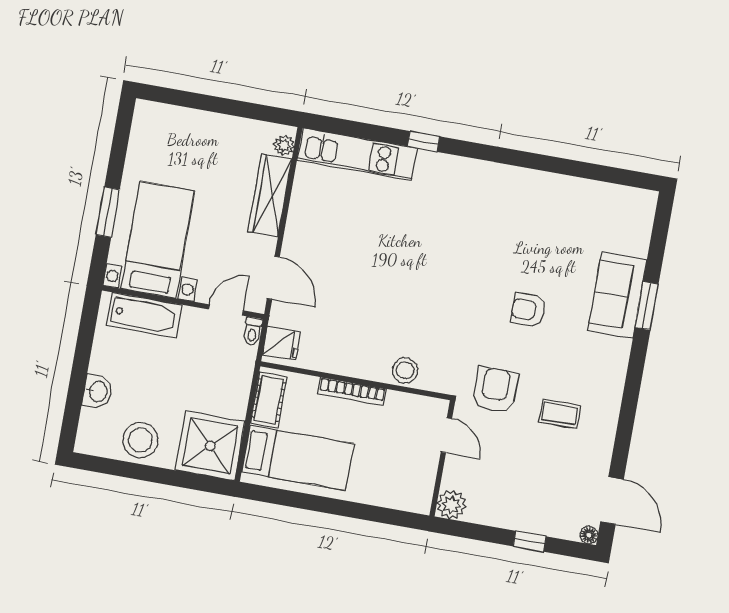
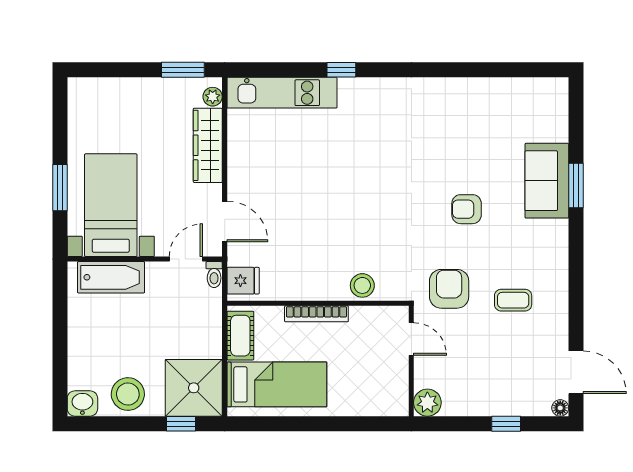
window: (258, 112) -> (183, 70), added
washbasin: (97, 392) -> (82, 404), moved, turned -90
window: (190, 481) -> (181, 424), added

